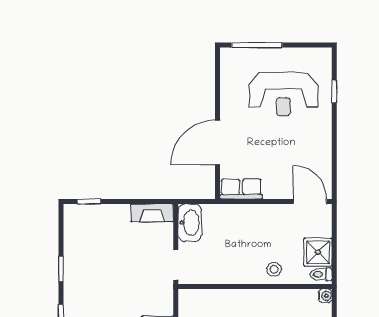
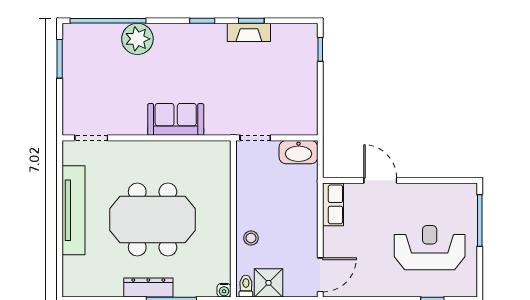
reception desk: (283, 94) -> (430, 248), turned 90
door: (217, 143) -> (380, 180), width x0.73
fireplace: (152, 213) -> (249, 32), moved, turned -90

